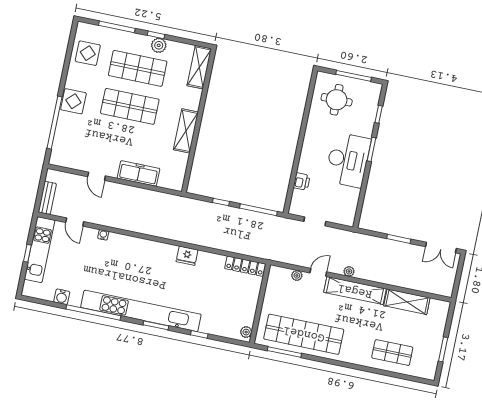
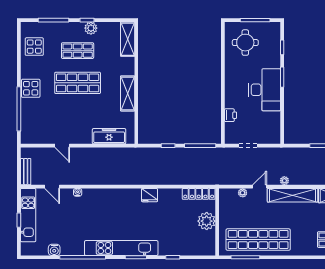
shop shelf: (138, 68) -> (78, 51), width x0.70, depth x0.74
freezer: (139, 173) -> (109, 136), moved
kitchen unit: (141, 311) -> (121, 248), width x0.73
plant: (246, 332) -> (207, 221), moved, width x1.88, depth x1.88

